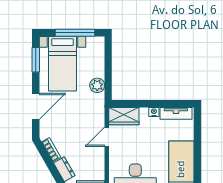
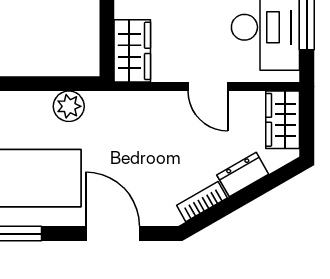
door: (107, 137) -> (208, 87), moved

